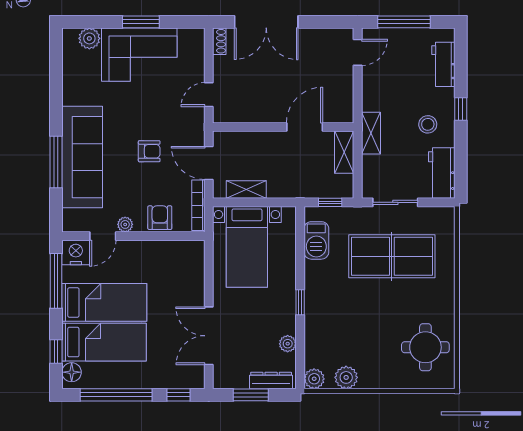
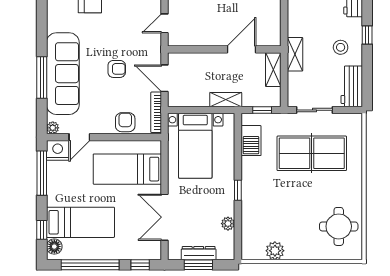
shelving: (246, 189) -> (226, 100), moved
plant: (125, 224) -> (53, 128), moved
bed: (104, 302) -> (127, 169), moved, turned 180
plant: (314, 379) -> (249, 252), removed
dresser: (271, 381) -> (199, 253), moved

